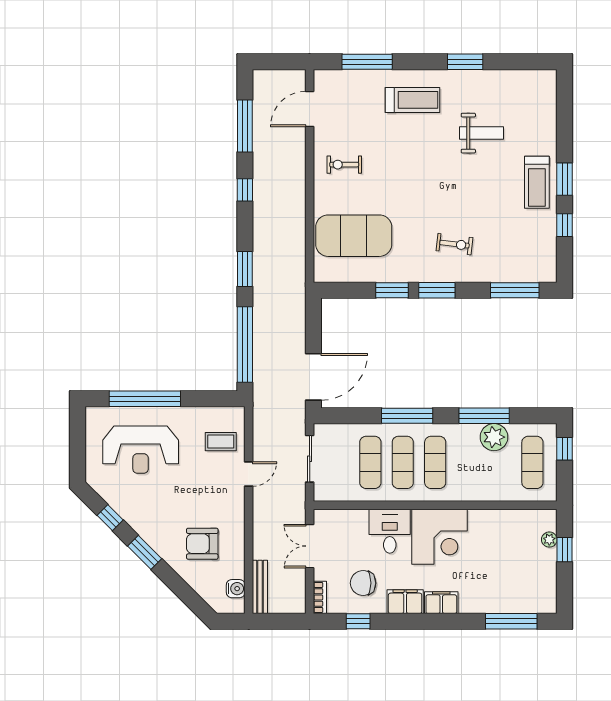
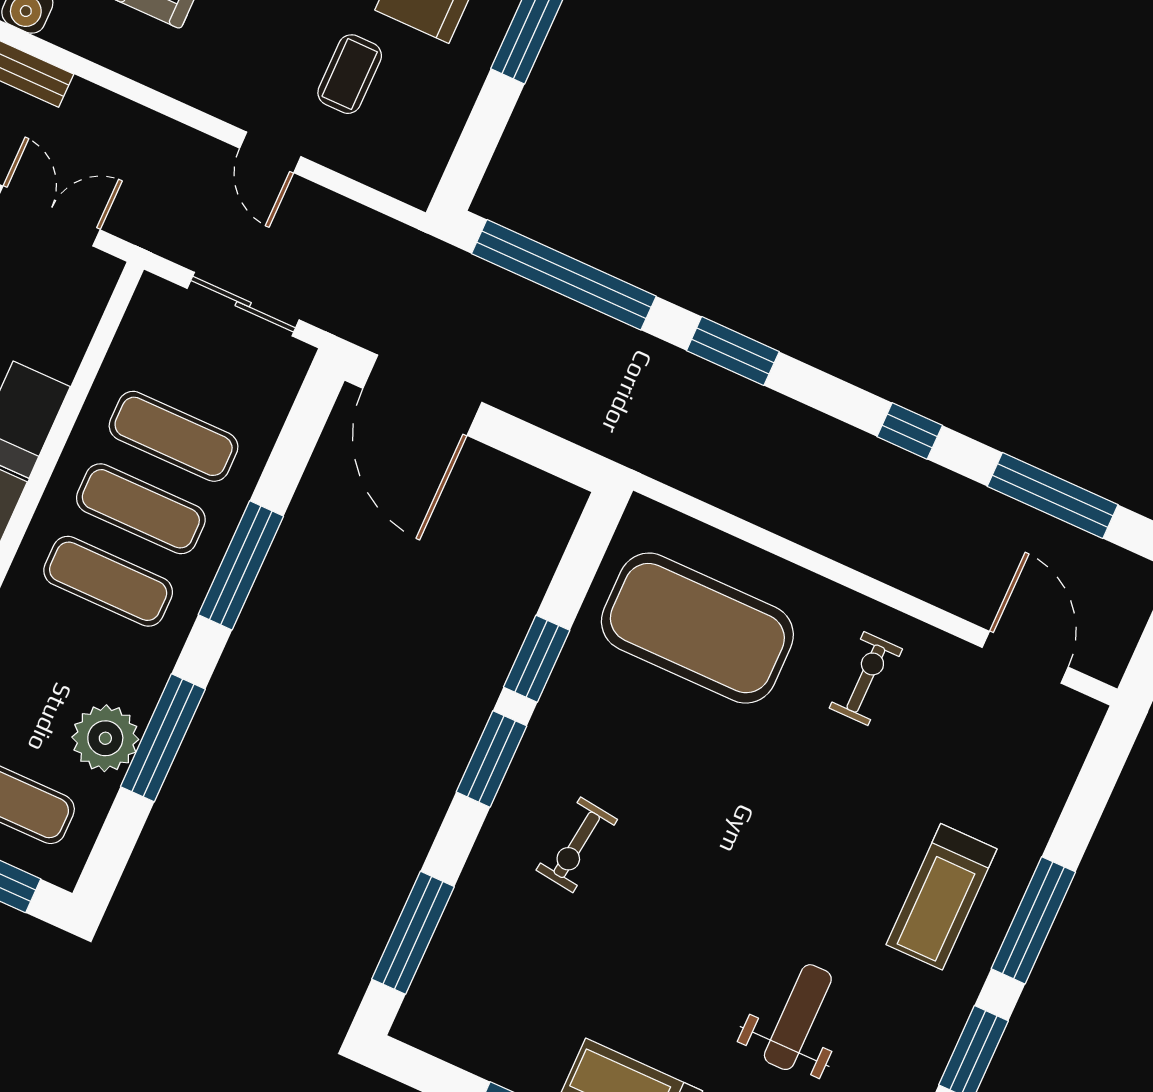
window: (367, 62) -> (1033, 920), moved
weight bench: (481, 133) -> (798, 1017), turned 180
exercise mat: (354, 236) -> (697, 628), turned 90
coffee table: (221, 442) -> (350, 74), moved

